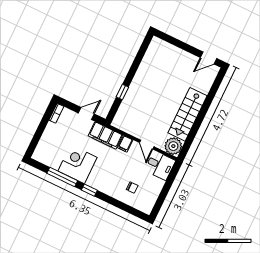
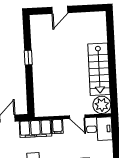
door: (209, 58) -> (60, 10), moved
window: (122, 92) -> (28, 58), moved

